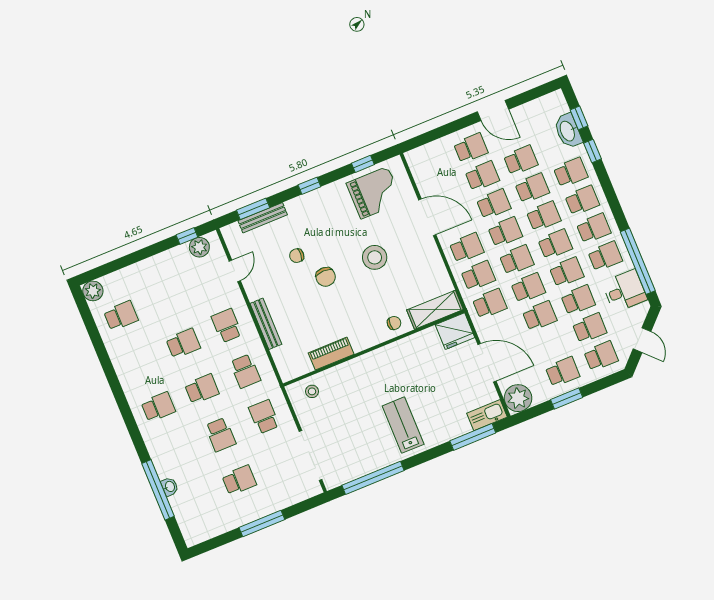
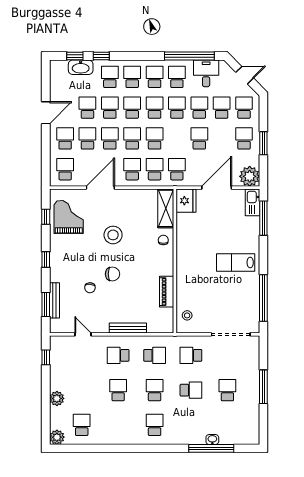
plant: (199, 247) -> (57, 398), moved
school desk: (528, 288) -> (65, 169), moved

